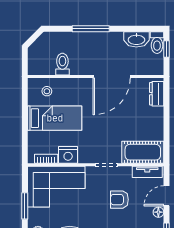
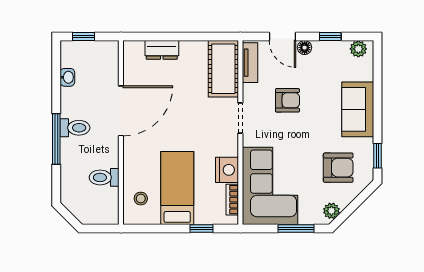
washbasin: (136, 39) -> (67, 77), width x0.52, depth x0.69
toilet: (157, 43) -> (75, 128), moved
door: (112, 76) -> (121, 111), hinge flipped
dresser: (157, 94) -> (162, 50), moved
window: (25, 136) -> (201, 229), added
armchair: (119, 200) -> (287, 100), turned -90

